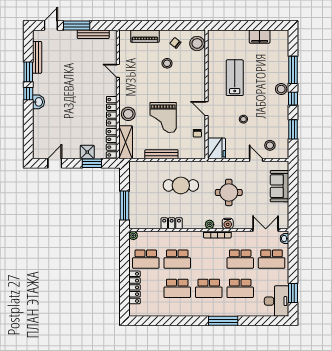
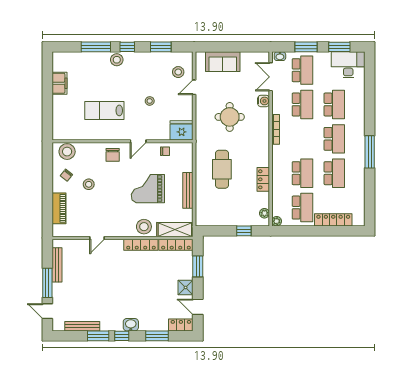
chair: (194, 85) -> (113, 155), added
grand piano: (163, 118) -> (148, 189), turned 180
window: (28, 126) -> (157, 336), added
locker: (38, 148) -> (181, 325), added
shower: (87, 152) -> (186, 287), moved
window: (124, 206) -> (244, 231), width x0.46
water cooler: (228, 223) -> (264, 101), moved
plant: (210, 224) -> (264, 213), moved
window: (293, 262) -> (306, 47), added
window: (223, 321) -> (370, 152), moved

